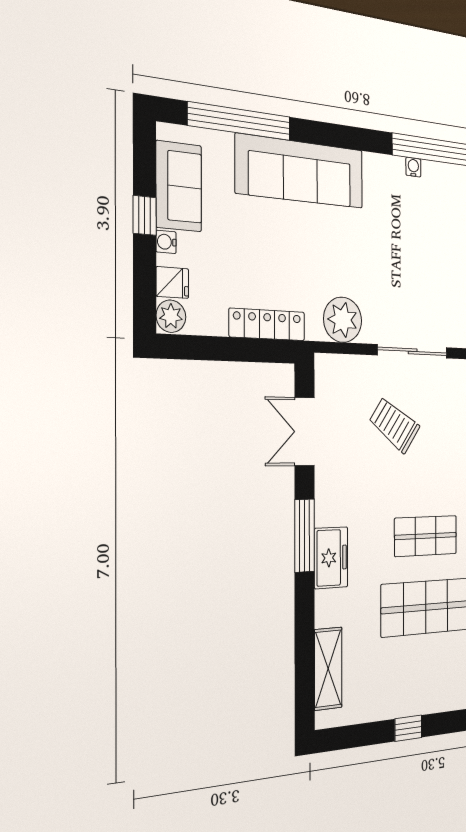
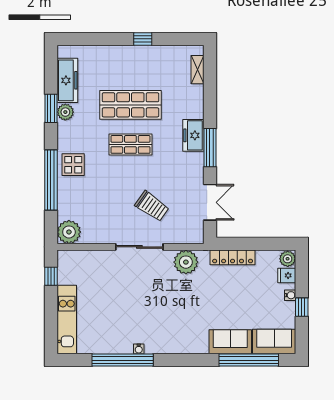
sofa: (300, 171) -> (230, 342), width x0.54, depth x0.79
sofa: (179, 186) -> (274, 341), moved, turned 90
shelving: (328, 669) -> (197, 70), width x0.67, depth x0.75

